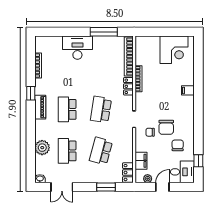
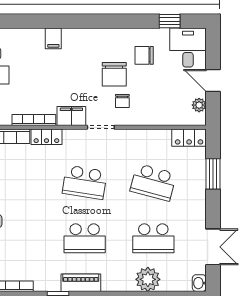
chair: (166, 127) -> (114, 74), turned 90
filing cabinet: (141, 161) -> (71, 116), moved

